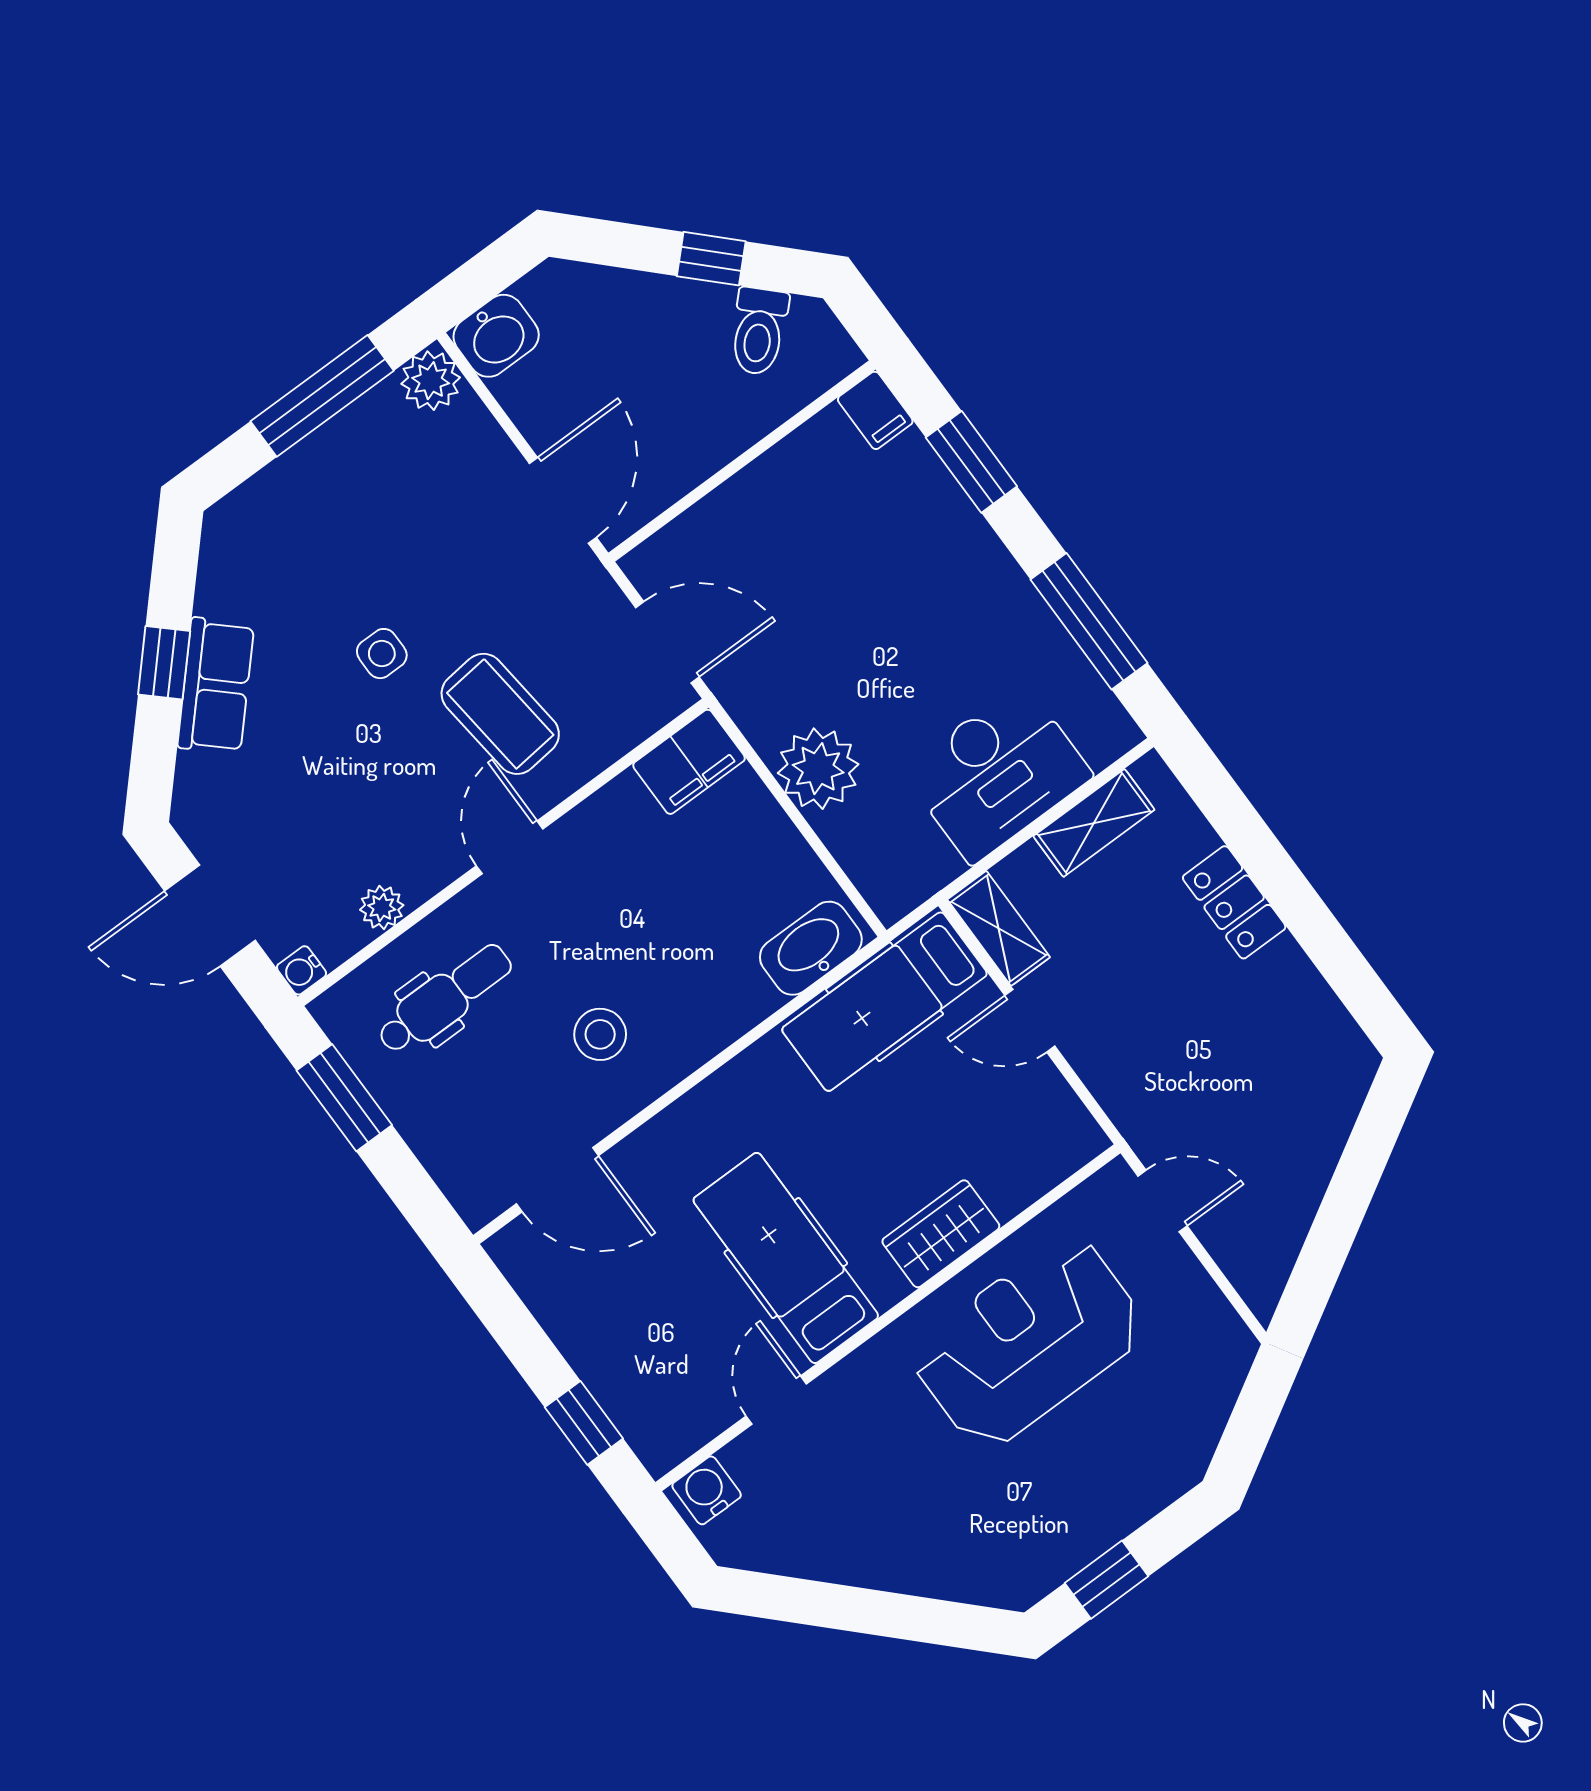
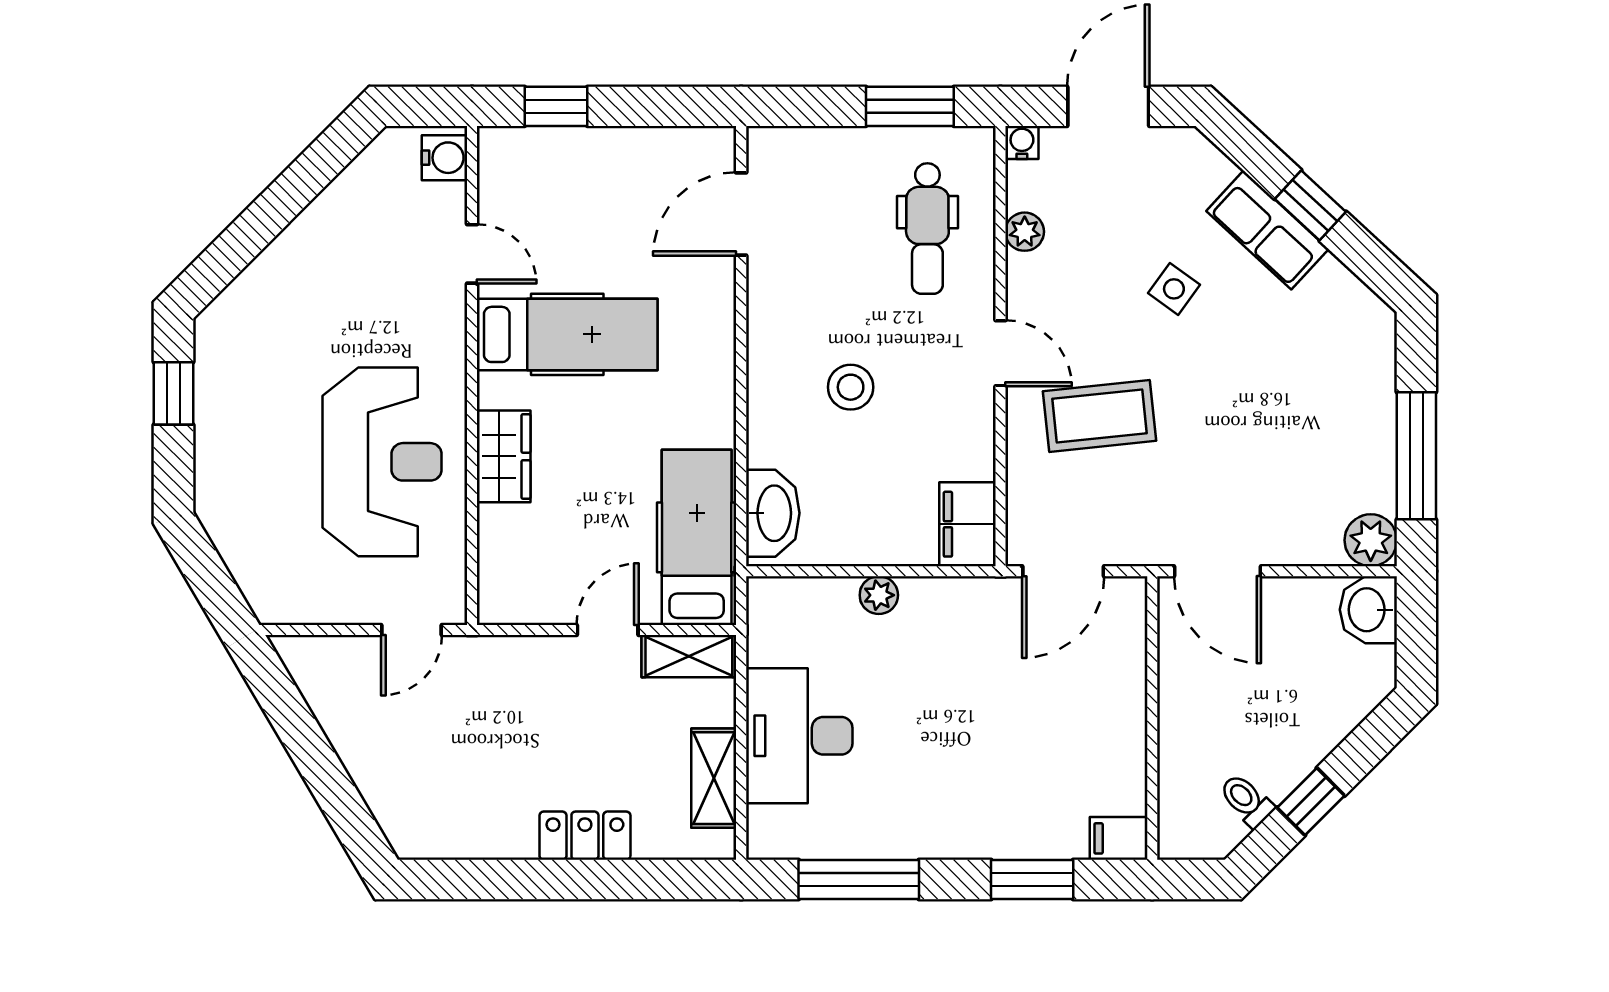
toilet: (759, 331) -> (1247, 800), width x0.73, depth x0.72
side table: (382, 654) -> (1174, 289), moved, turned 36
plant: (818, 769) -> (879, 595), width x0.53, depth x0.53
stool: (600, 1034) -> (851, 387), moved

